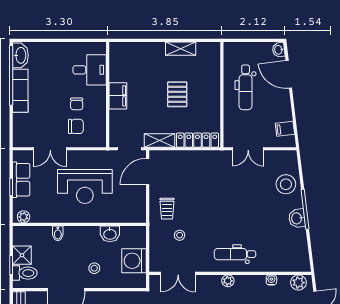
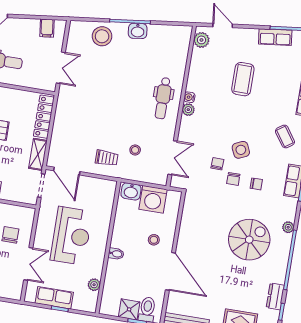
plant: (24, 217) -> (94, 285), moved
bidet: (58, 233) -> (116, 254), moved
washbasin: (110, 234) -> (131, 191), moved, turned 90
water cooler: (271, 280) -> (189, 97), moved

